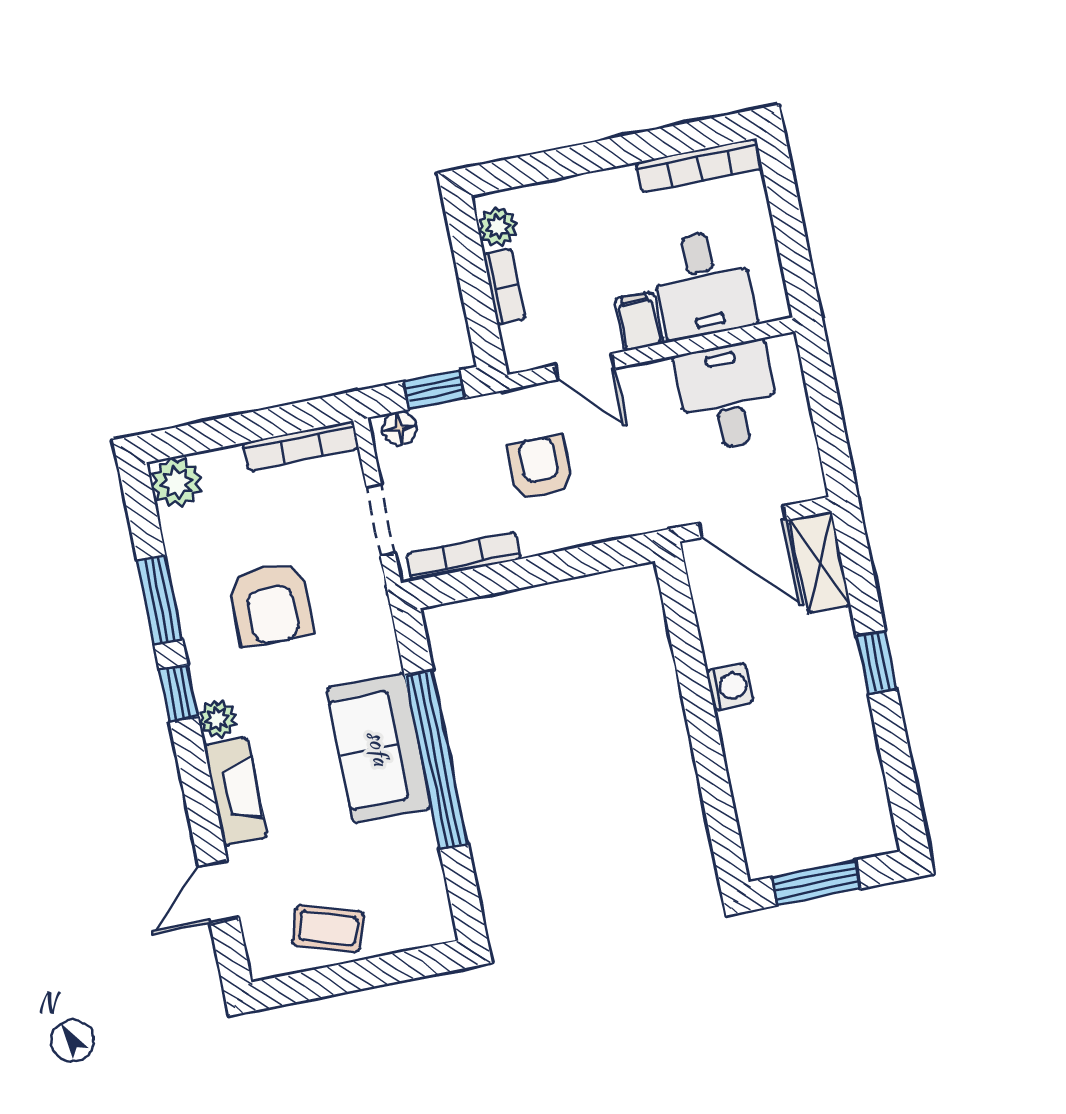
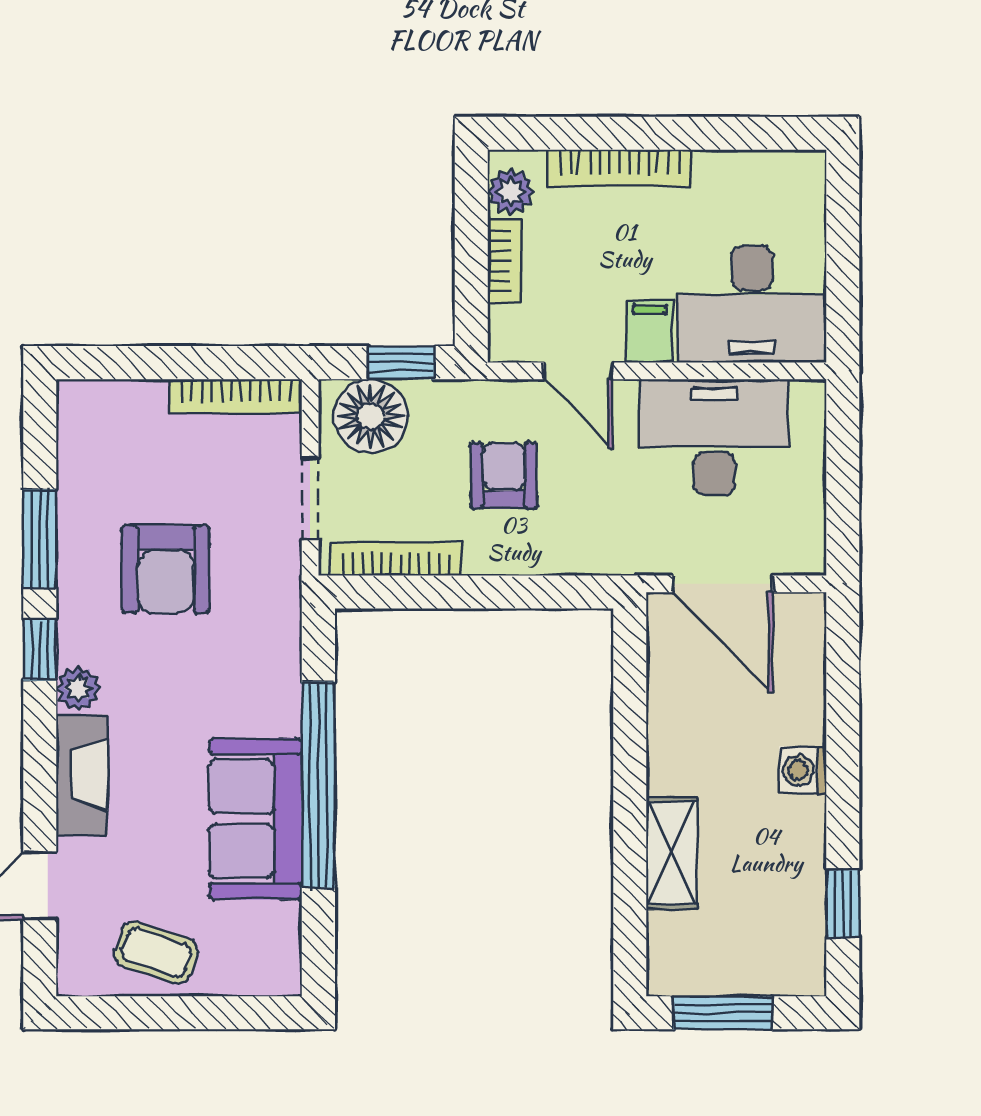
bookcase: (699, 166) -> (619, 168), moved
desk: (703, 284) -> (752, 304), width x1.37
desk: (728, 396) -> (714, 437), width x1.37
floor lamp: (400, 428) -> (371, 416), width x1.89, depth x1.89
plant: (177, 482) -> (86, 409), removed
shelving: (820, 562) -> (671, 853), moved
window: (877, 662) -> (843, 903), moved
washing machine: (730, 686) -> (803, 770), moved, turned 180
sofa: (379, 748) -> (255, 819), moved

